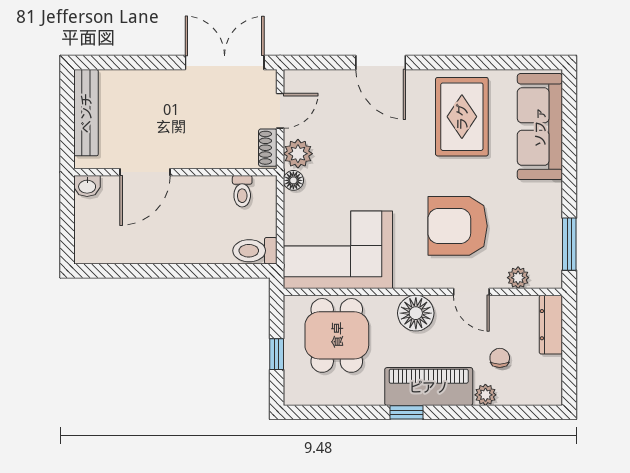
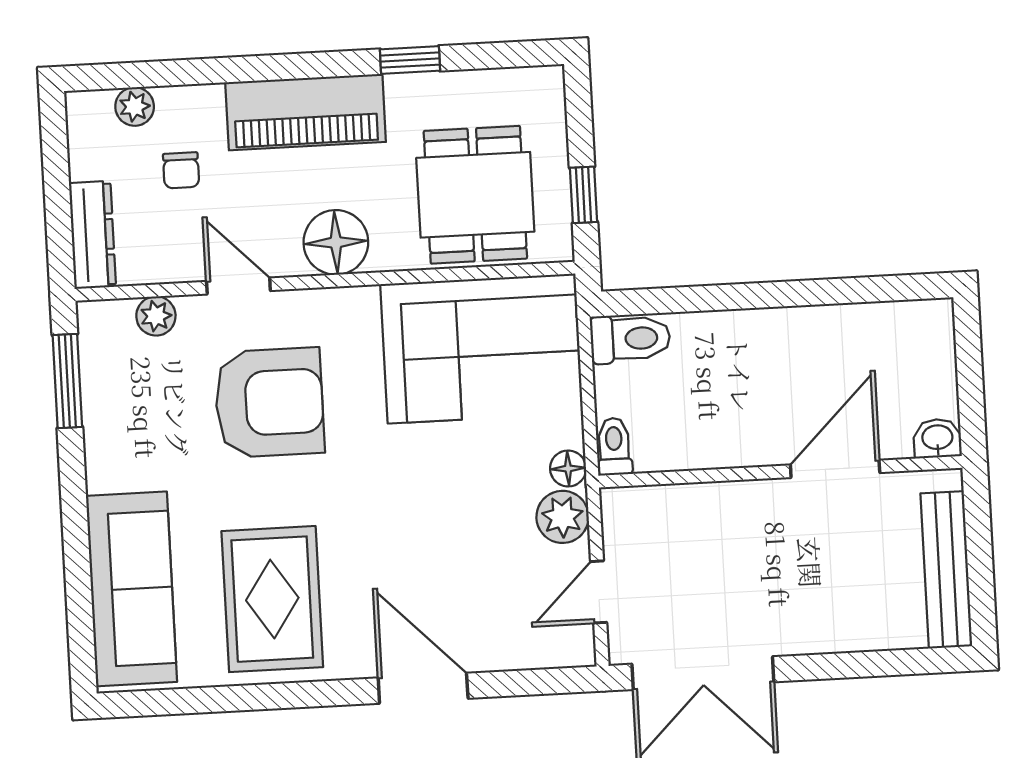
shoe rack: (268, 148) -> (617, 525), removed
toilet: (242, 191) -> (614, 446), moved
window: (277, 354) -> (584, 195), moved
plant: (485, 395) -> (135, 107), moved
window: (406, 412) -> (410, 60), moved

